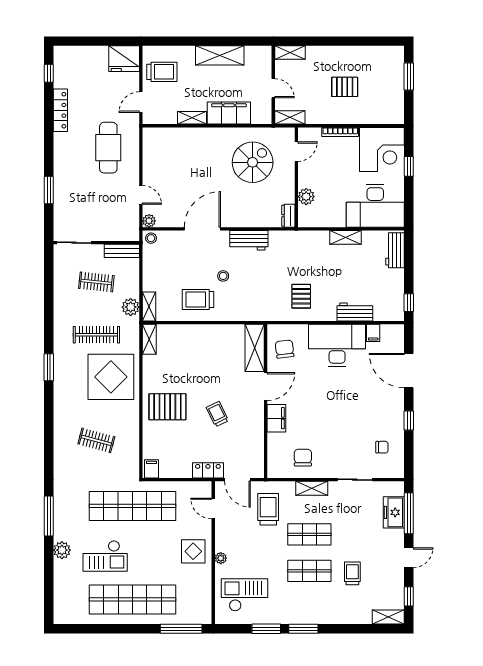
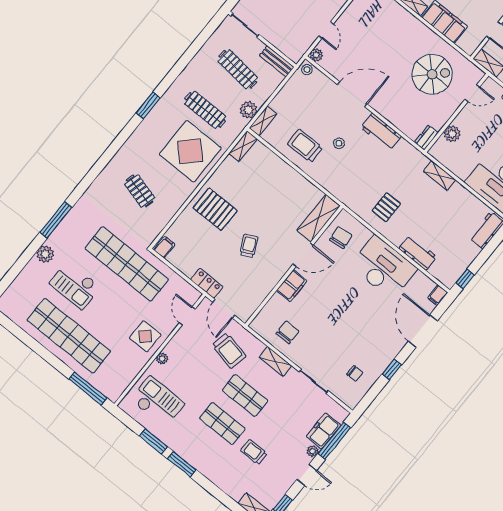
shelving: (346, 237) -> (439, 176), moved
clothes rail: (96, 282) -> (238, 69), width x1.36
filing cabinet: (373, 333) -> (438, 295), moved
trolley: (268, 509) -> (229, 351), turned 102
plant: (398, 535) -> (313, 451), added
trolley: (352, 573) -> (254, 452), turned -90

